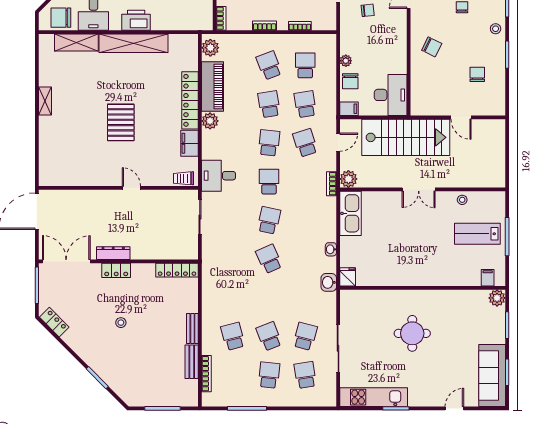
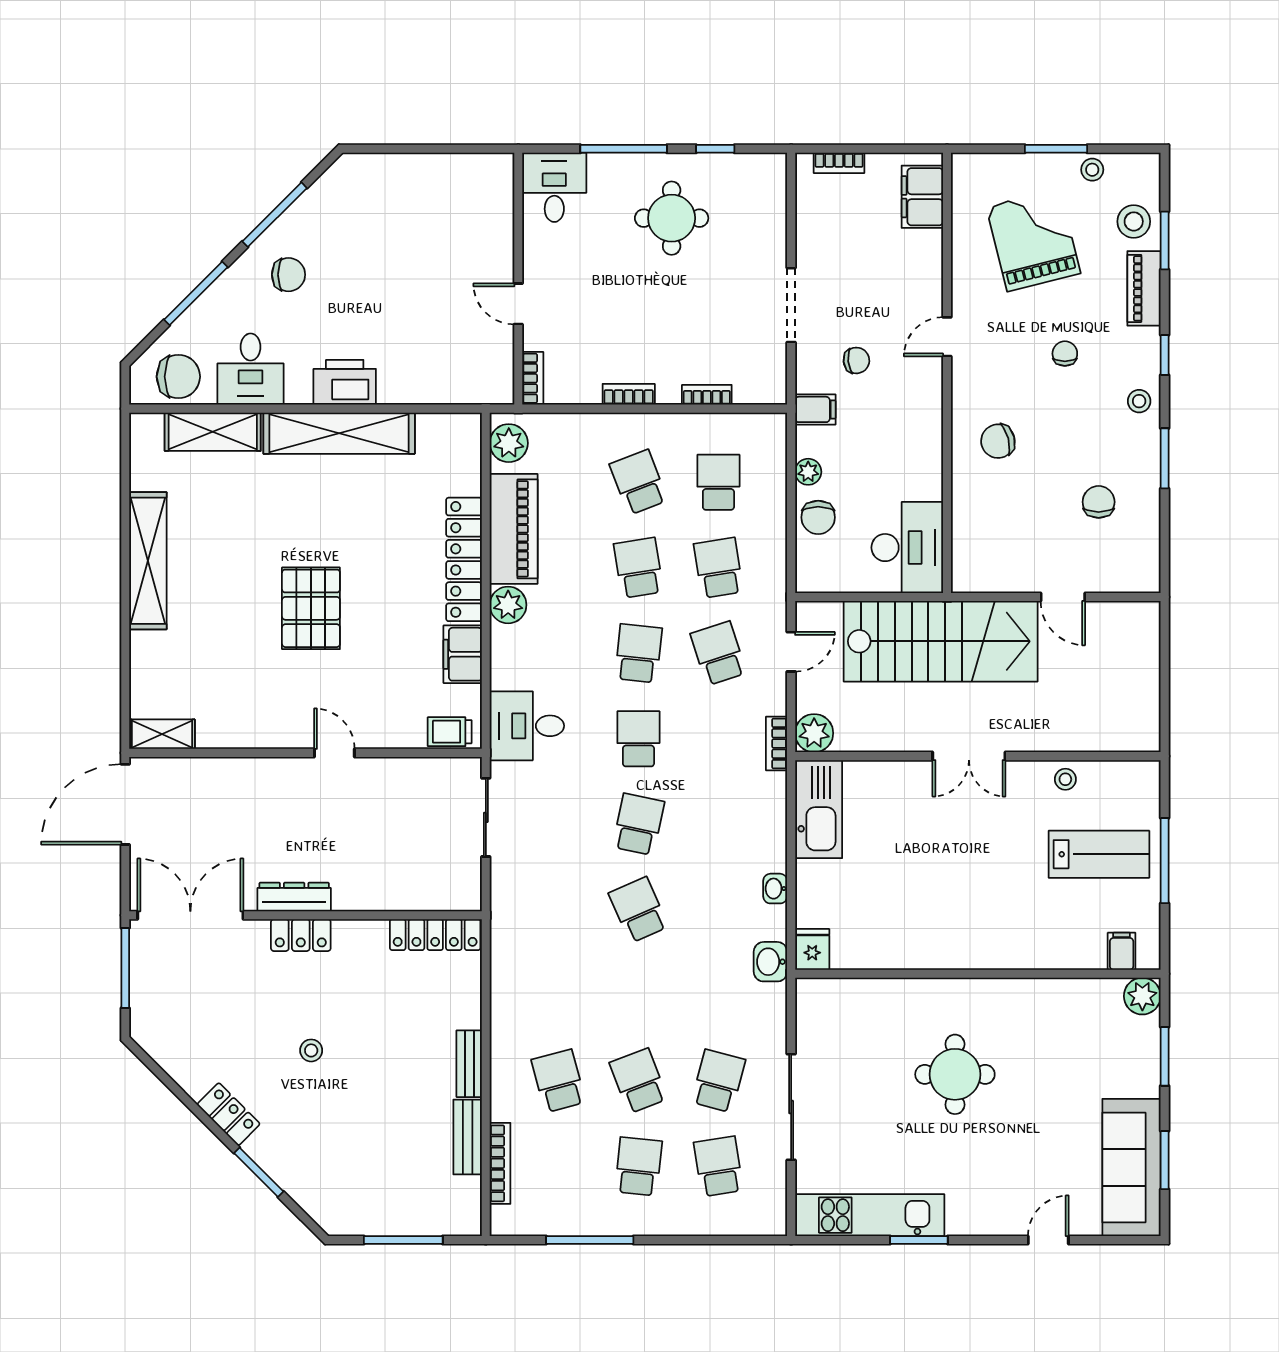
chair: (61, 18) -> (178, 377), turned 180
chair: (432, 47) -> (998, 441), turned 139
shelving: (45, 101) -> (148, 561), width x2.20, depth x1.33
filing cabinet: (349, 109) -> (815, 409), moved
shelving: (53, 179) -> (162, 734), added
lab bench: (477, 234) -> (1099, 854), turned 180
locker: (54, 322) -> (228, 1114), moved

